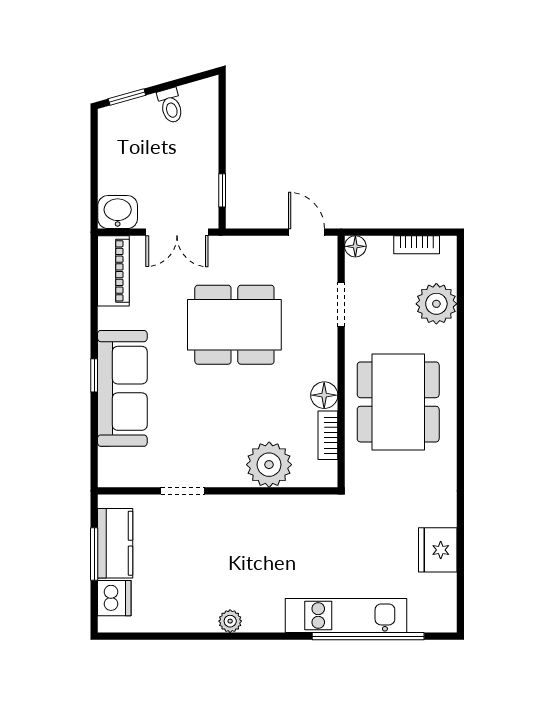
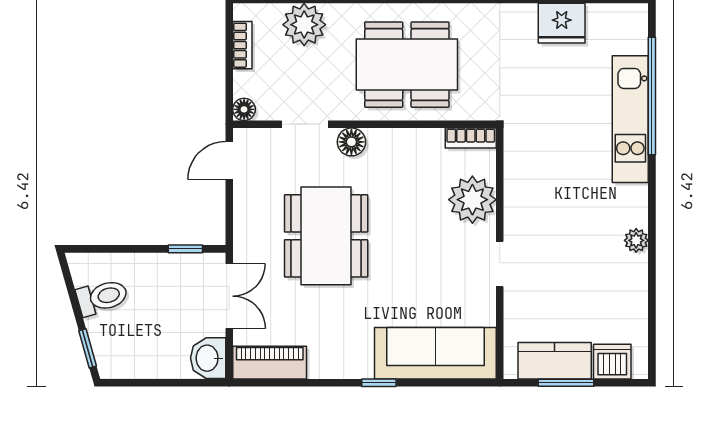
toilet: (171, 106) -> (102, 297), width x1.37, depth x1.39
sofa: (122, 388) -> (435, 353), moved
floor lamp: (324, 395) -> (351, 142), moved
bookcase: (328, 435) -> (471, 138), moved
doorway: (183, 491) -> (500, 264), moved

